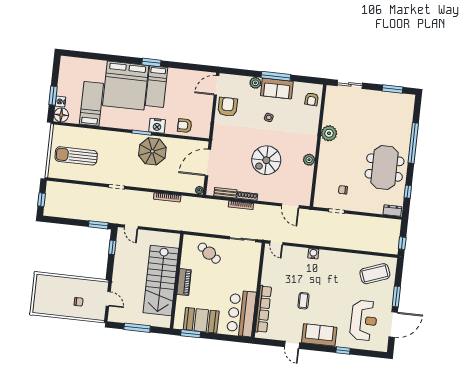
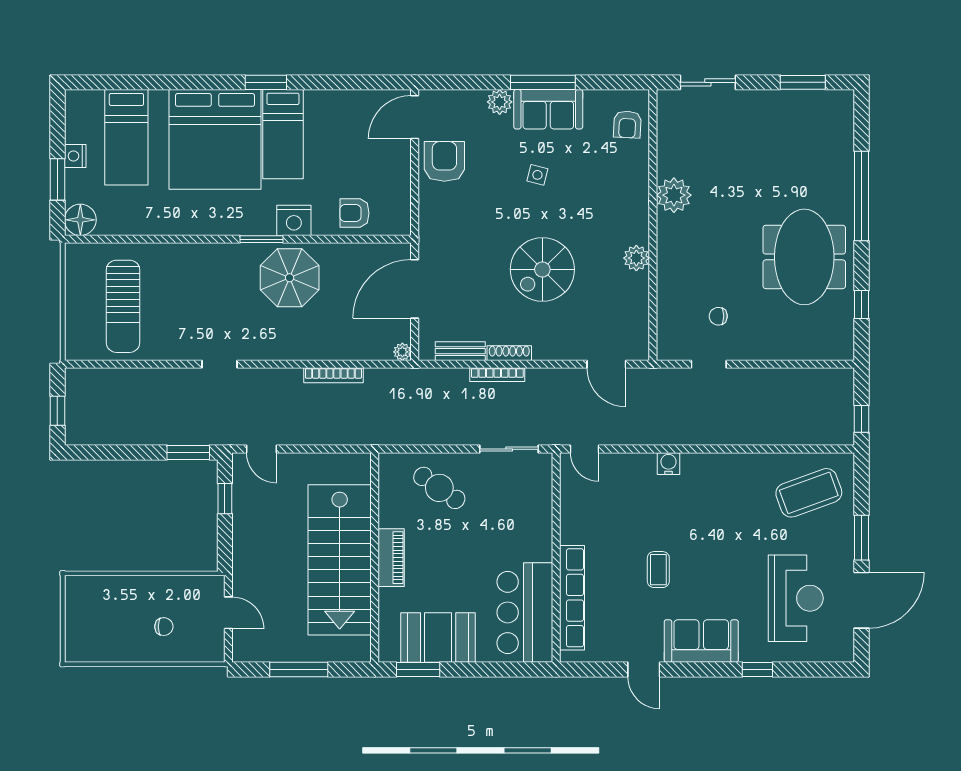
nightstand: (60, 102) -> (75, 156), moved
bed: (91, 104) -> (126, 137), moved, turned 180
sun lounger: (76, 156) -> (123, 306), turned -90
dresser: (392, 211) -> (832, 350), removed

